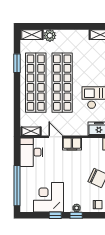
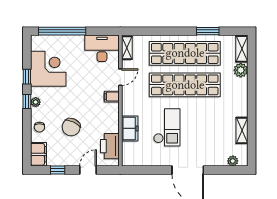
filing cabinet: (72, 144) -> (112, 97), width x0.50

